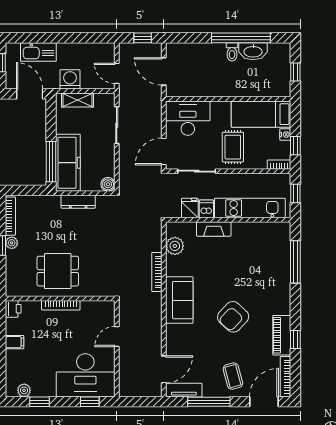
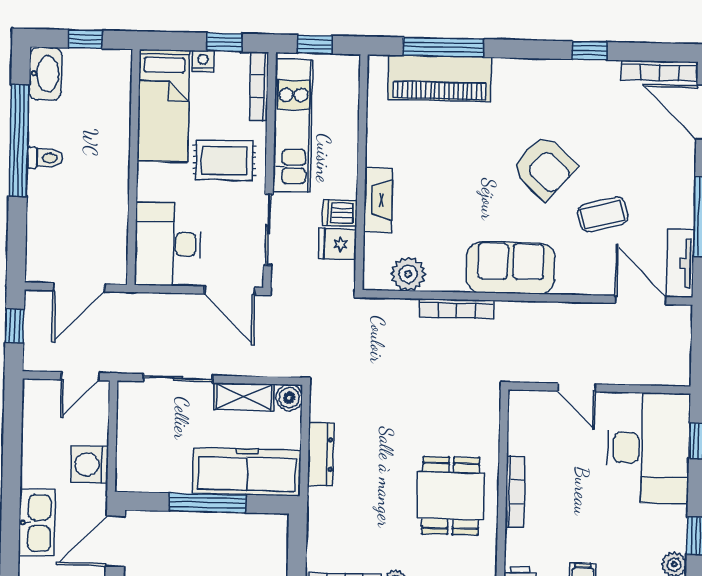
washbasin: (253, 51) -> (46, 74), moved
shelving: (78, 100) -> (244, 397), moved, turned 90
window: (51, 162) -> (207, 503), moved
bookcase: (279, 165) -> (259, 86), width x1.56
kitchen unit: (250, 208) -> (293, 125), moved, turned 180
piano: (282, 335) -> (440, 78), moved, width x1.37, depth x1.33
coffee table: (233, 376) -> (603, 214), moved

